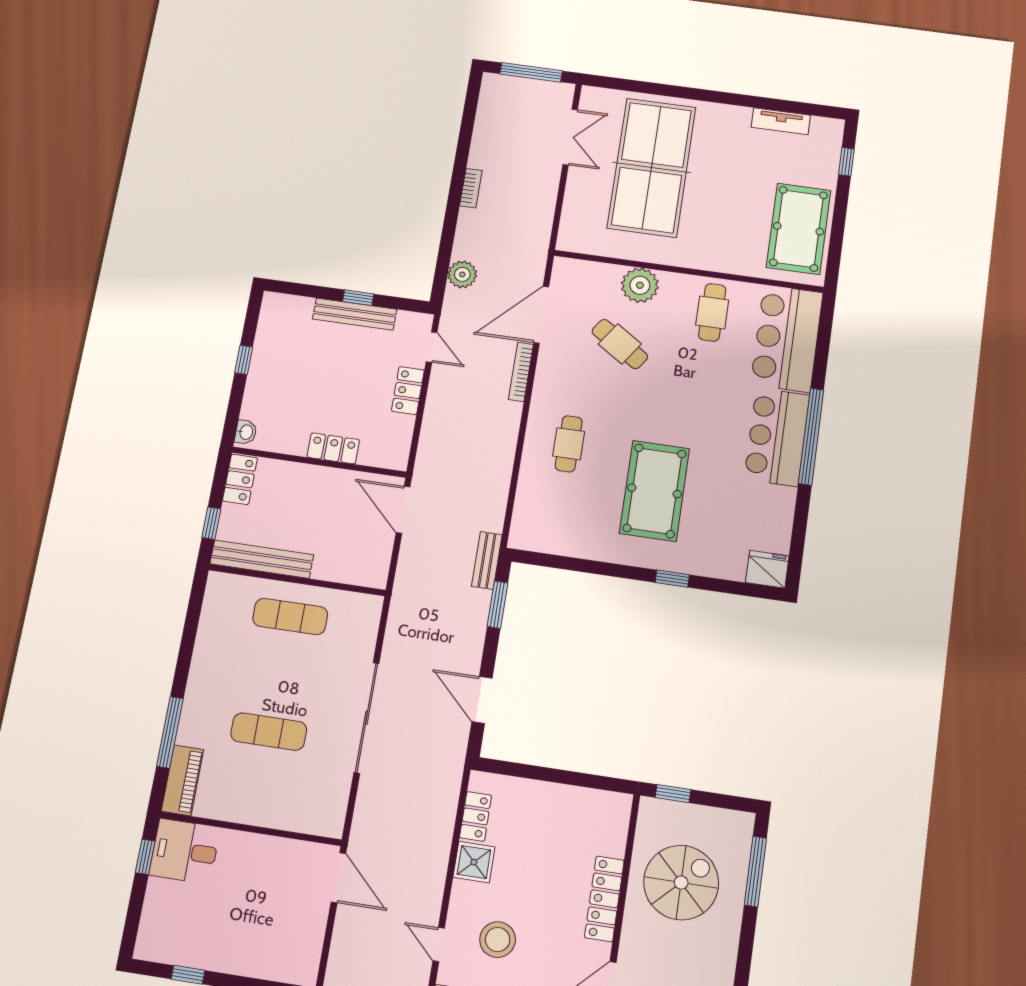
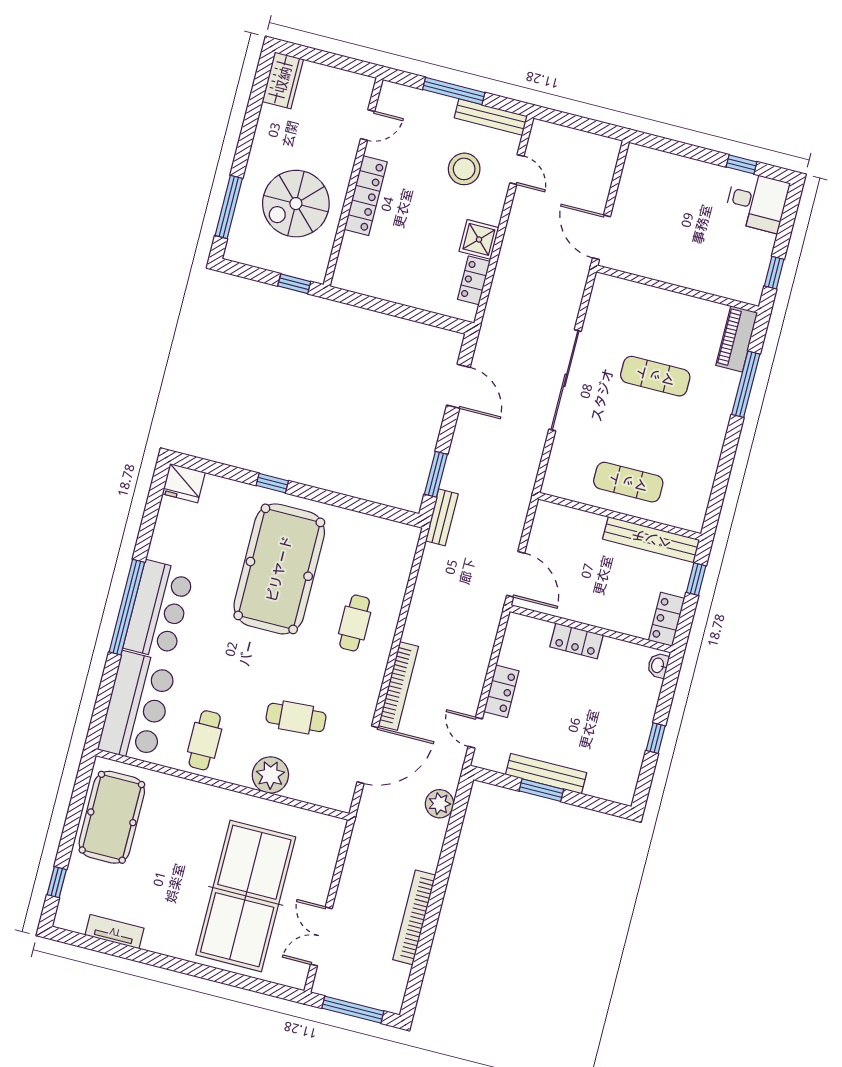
bookcase: (471, 188) -> (414, 917), width x2.31, depth x1.31
window: (358, 298) -> (541, 790), width x1.50
cafe table: (620, 344) -> (296, 717), turned -38
bookcase: (521, 372) -> (398, 686), width x1.48, depth x1.31
pool table: (654, 491) -> (279, 569), width x1.36, depth x1.32
desk: (185, 851) -> (757, 202), moved

